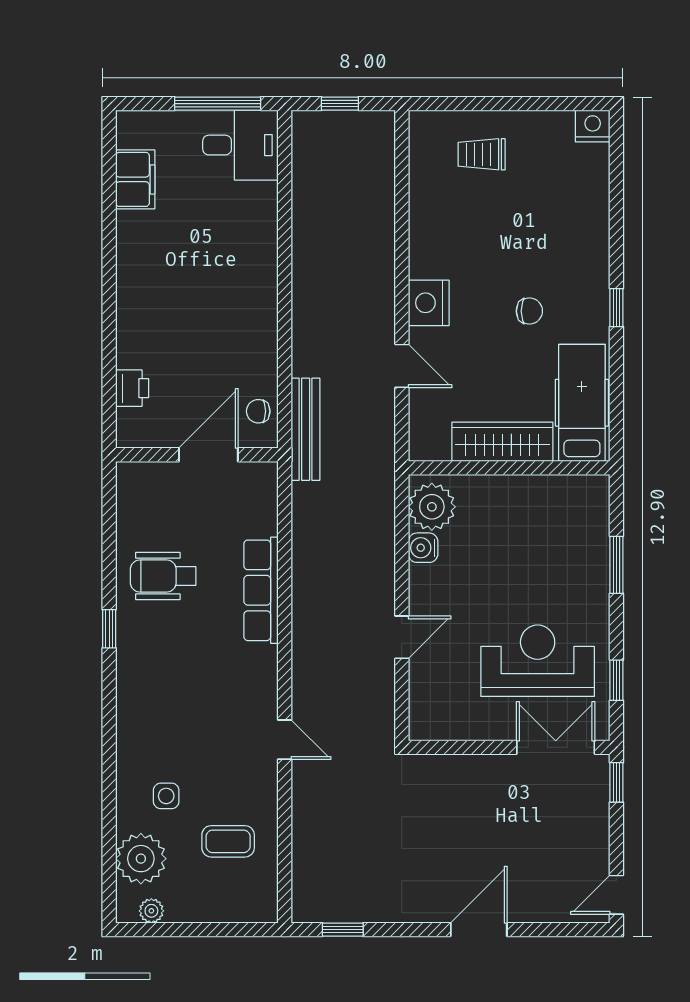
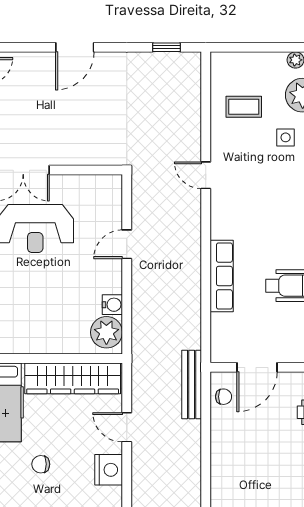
wardrobe: (502, 442) -> (73, 378), width x1.40, depth x1.17

